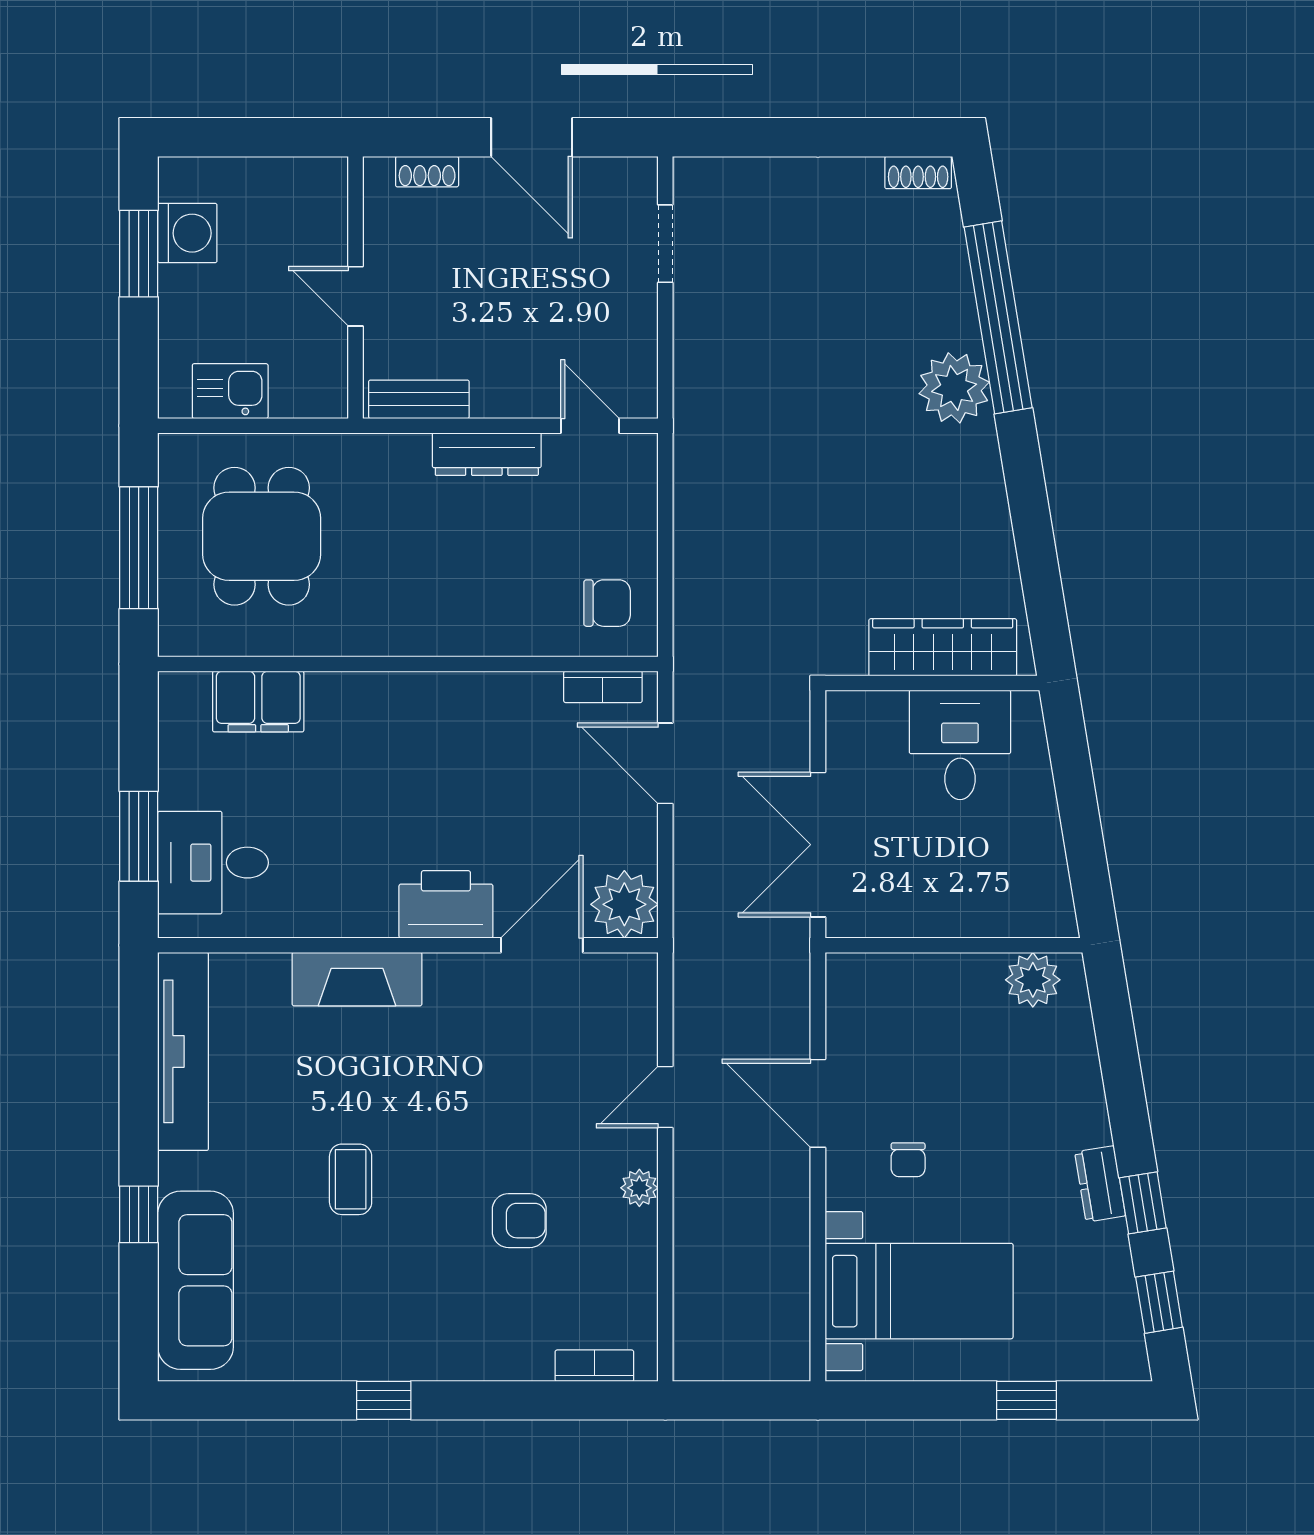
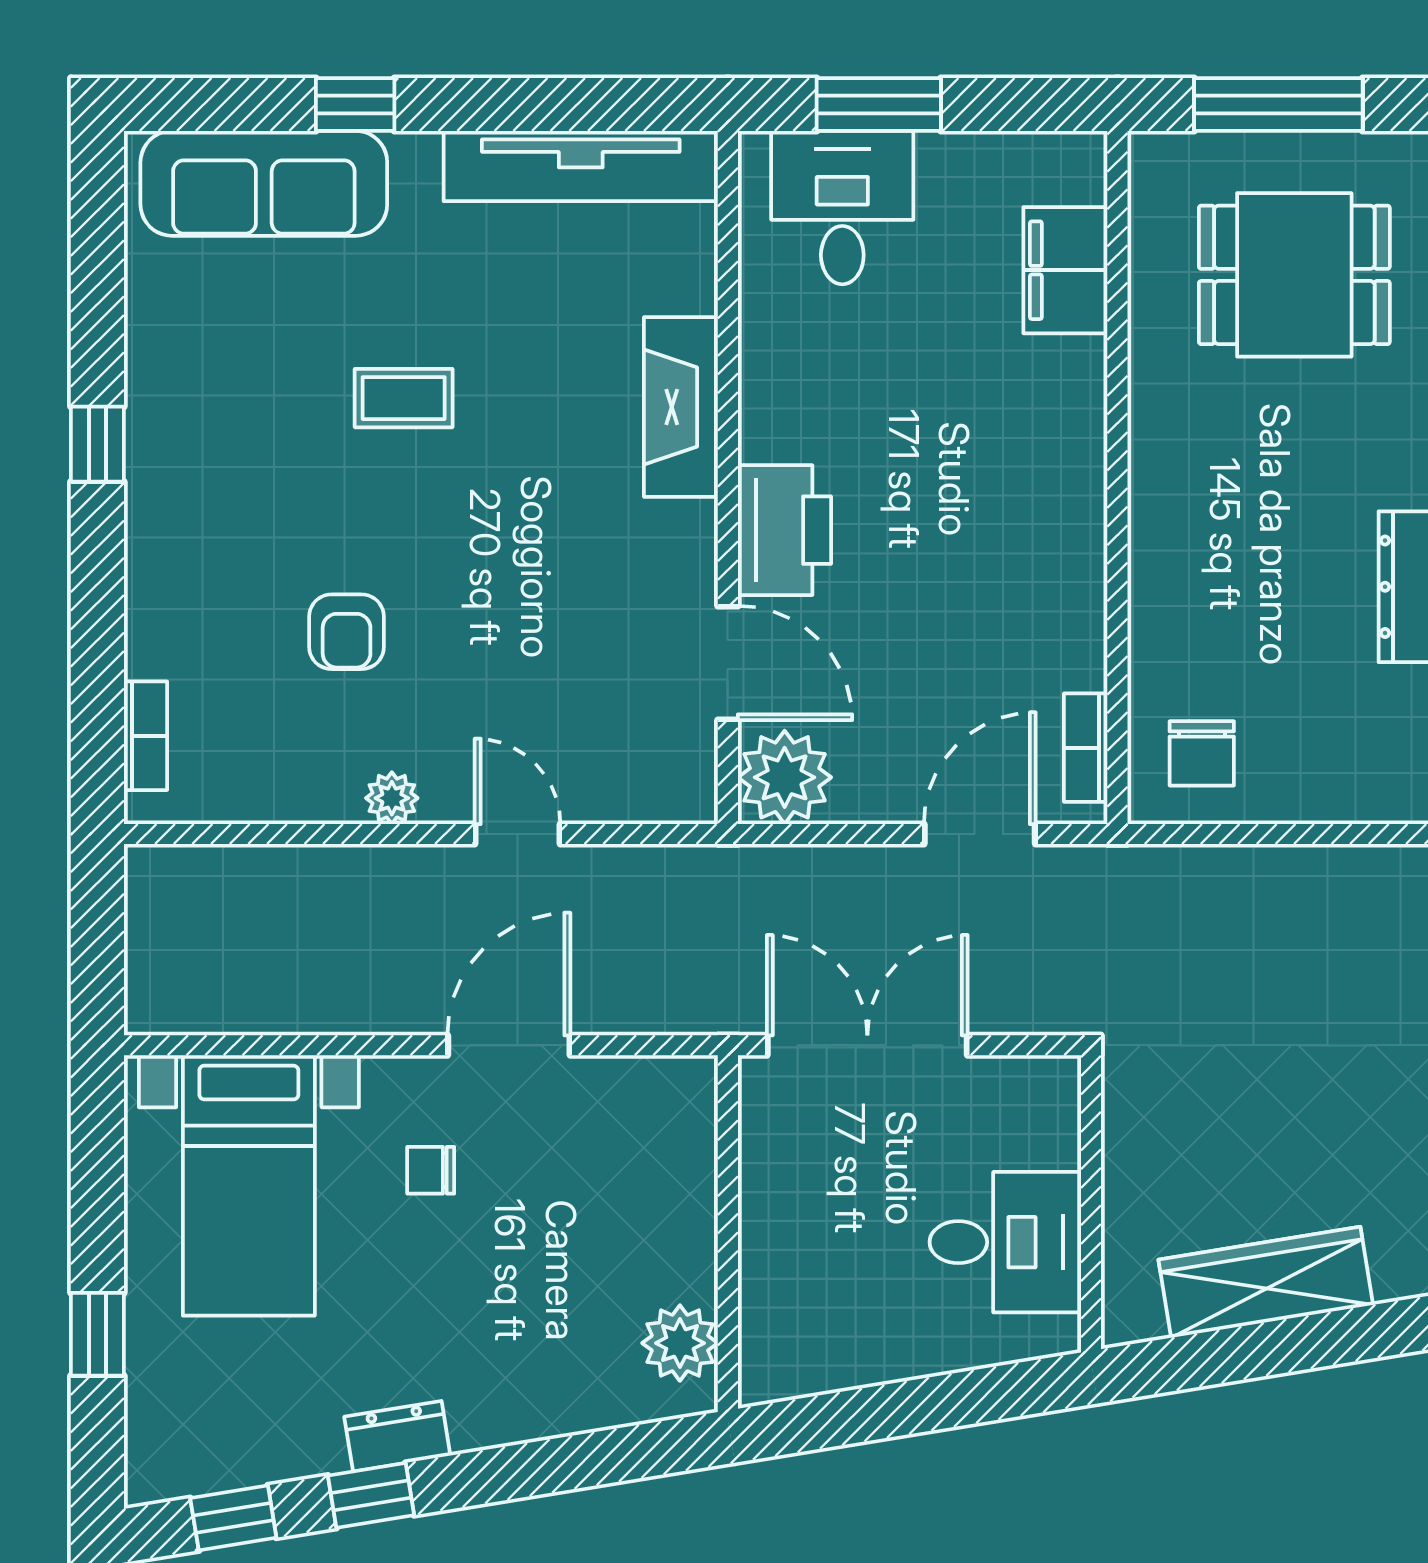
wardrobe: (943, 647) -> (1266, 1282), moved, turned -99

